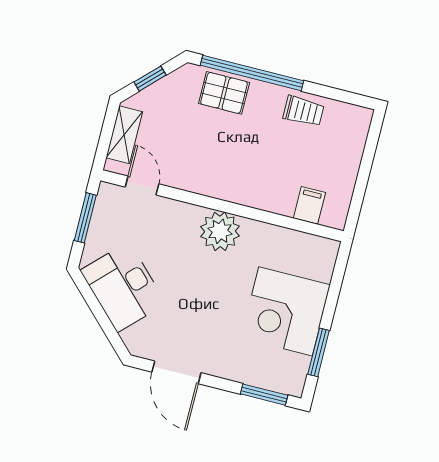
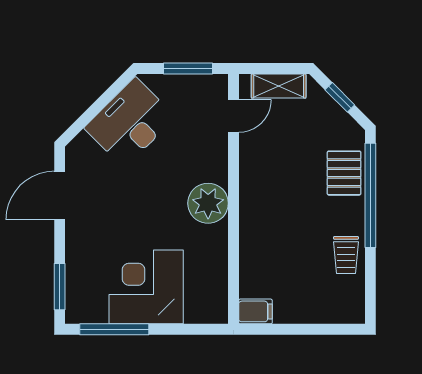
filing cabinet: (309, 205) -> (255, 311), moved
window: (319, 352) -> (114, 329), width x1.44

